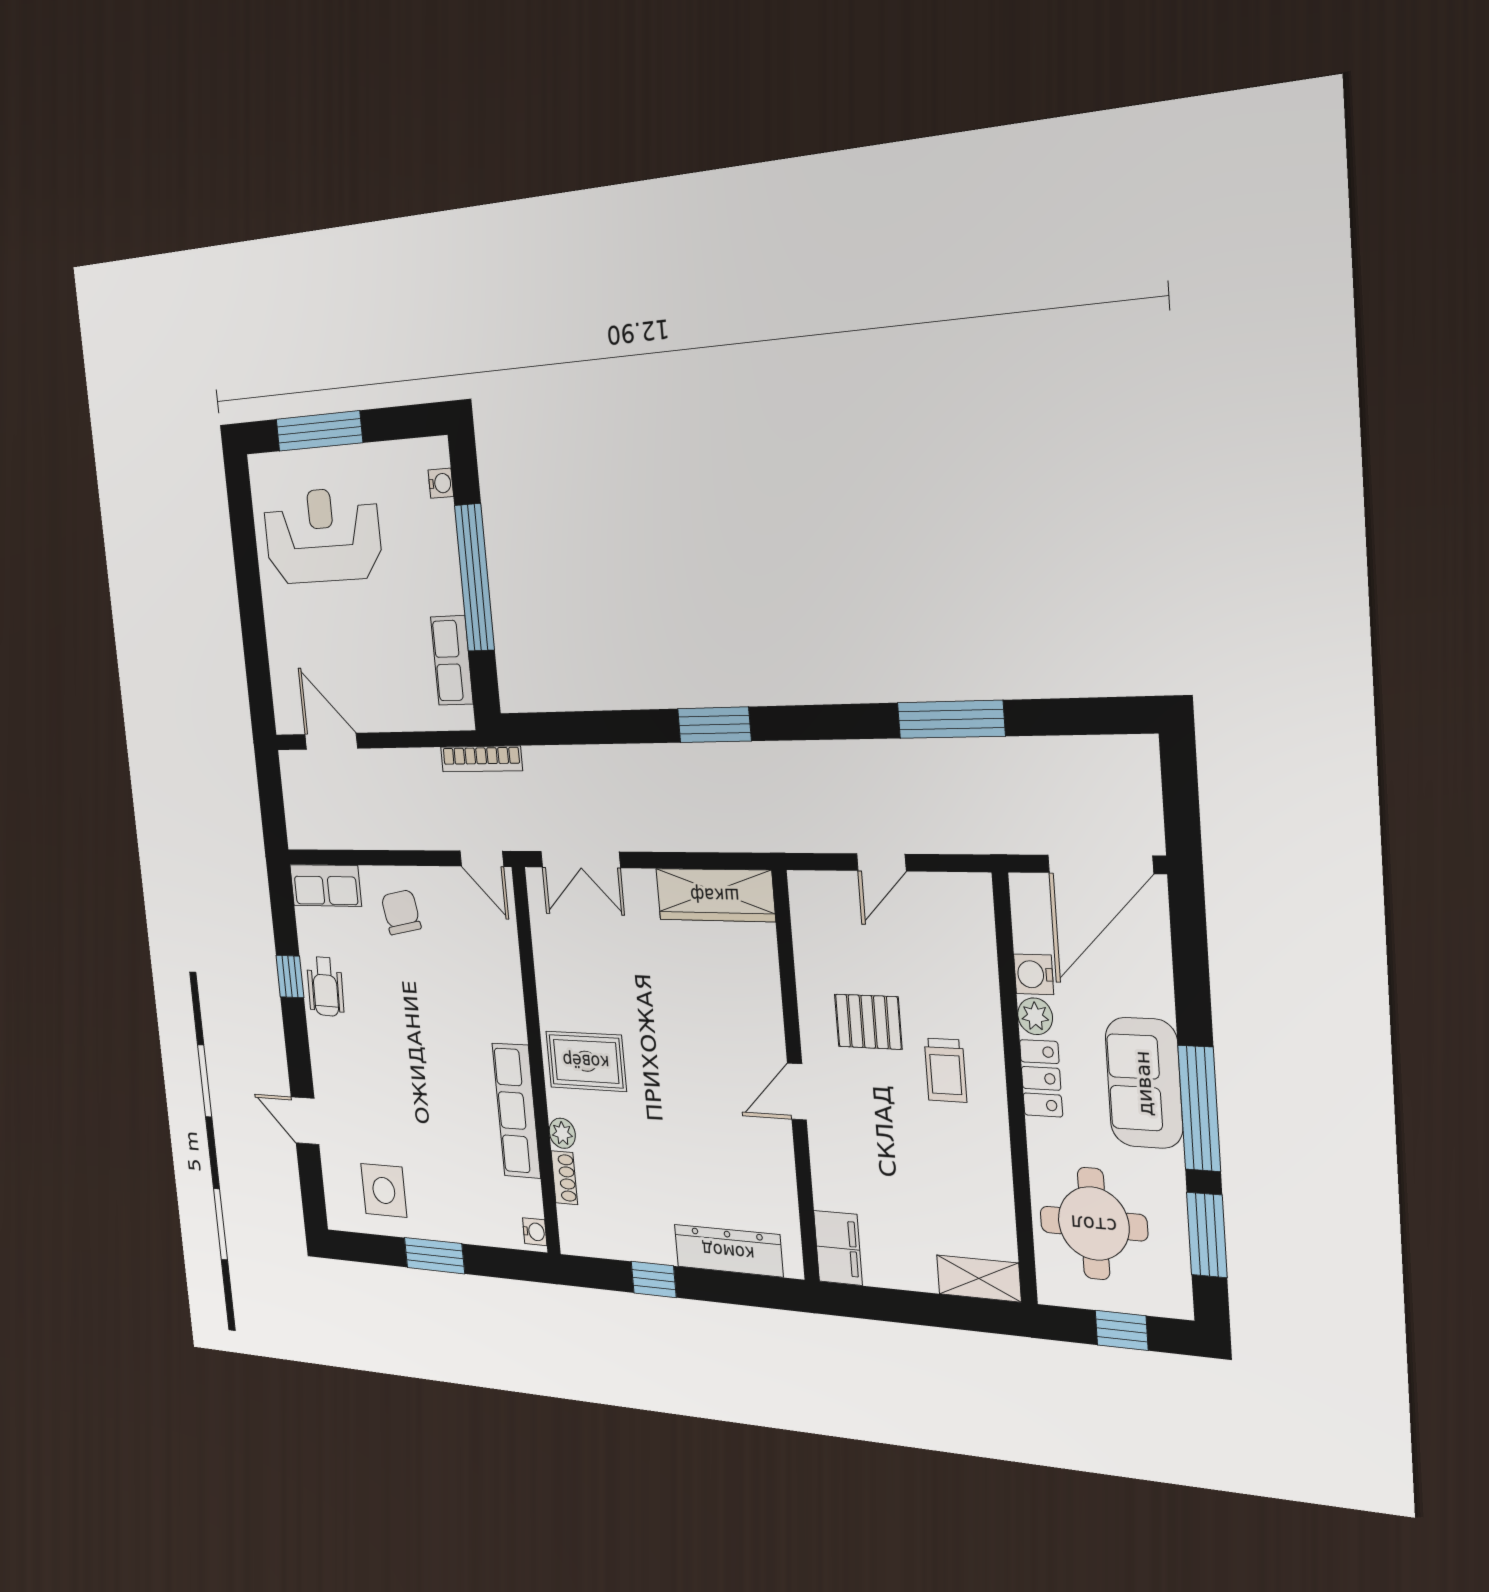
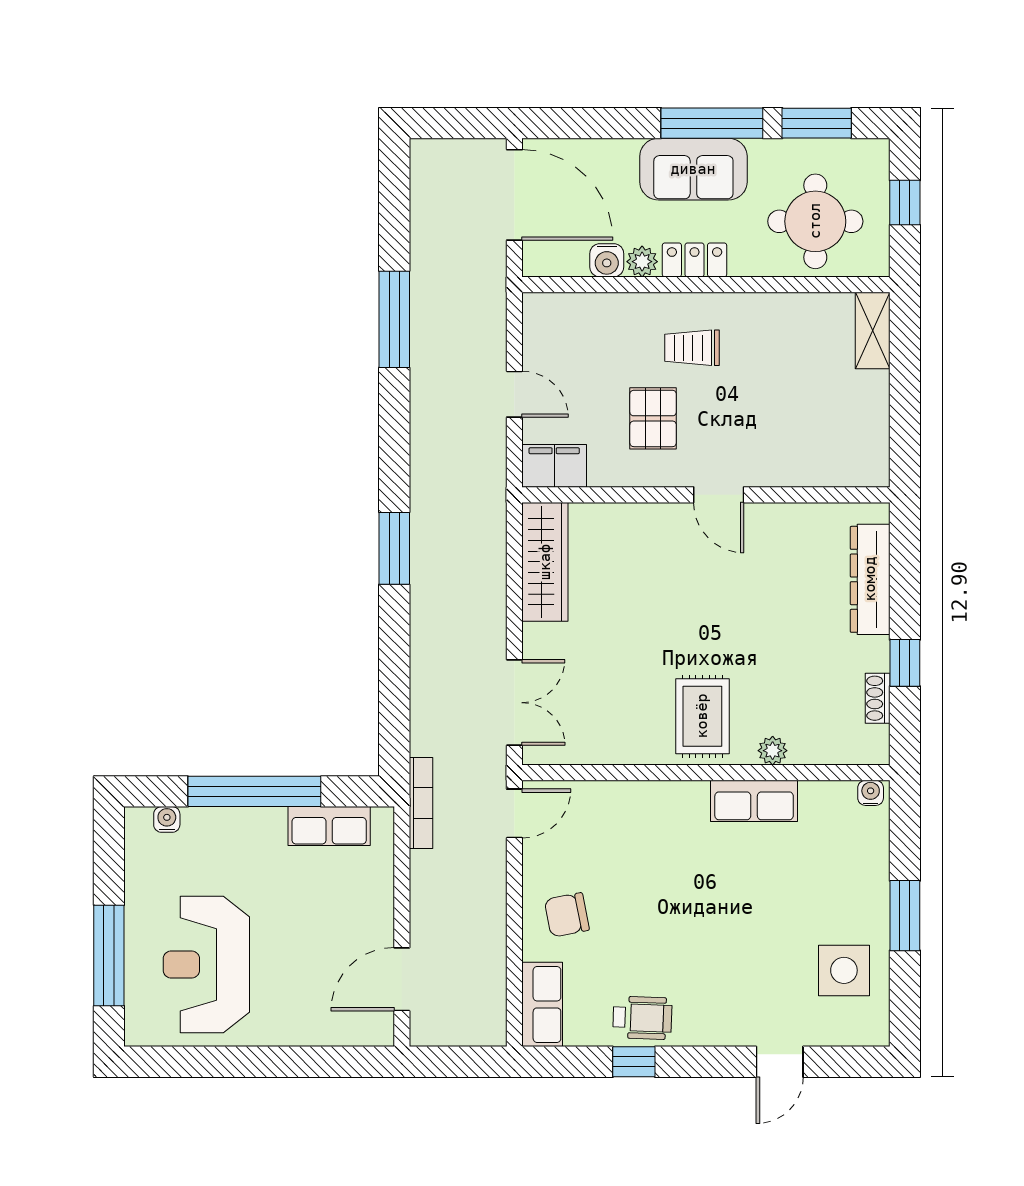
trolley: (945, 1070) -> (692, 348), turned 180
row of seats: (516, 1111) -> (754, 801), width x0.68
shoe rack: (564, 1178) -> (878, 698), moved, turned -90
filing cabinet: (838, 1248) -> (554, 466), moved

